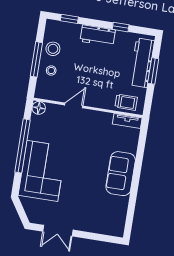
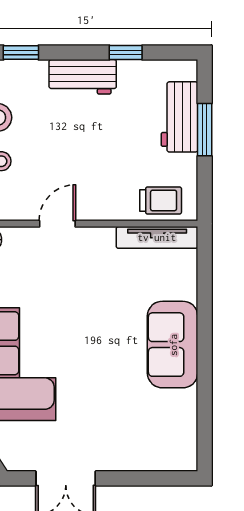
workbench: (142, 63) -> (180, 117), width x0.73
tv unit: (127, 121) -> (157, 237), width x1.41

